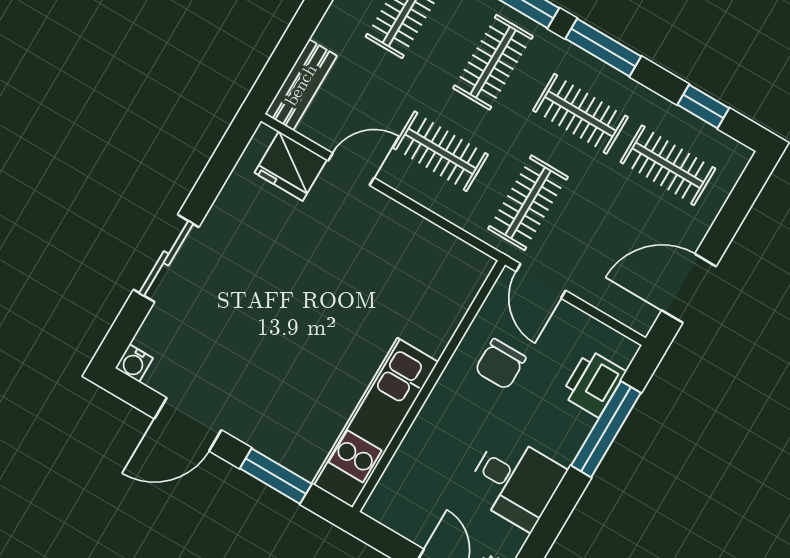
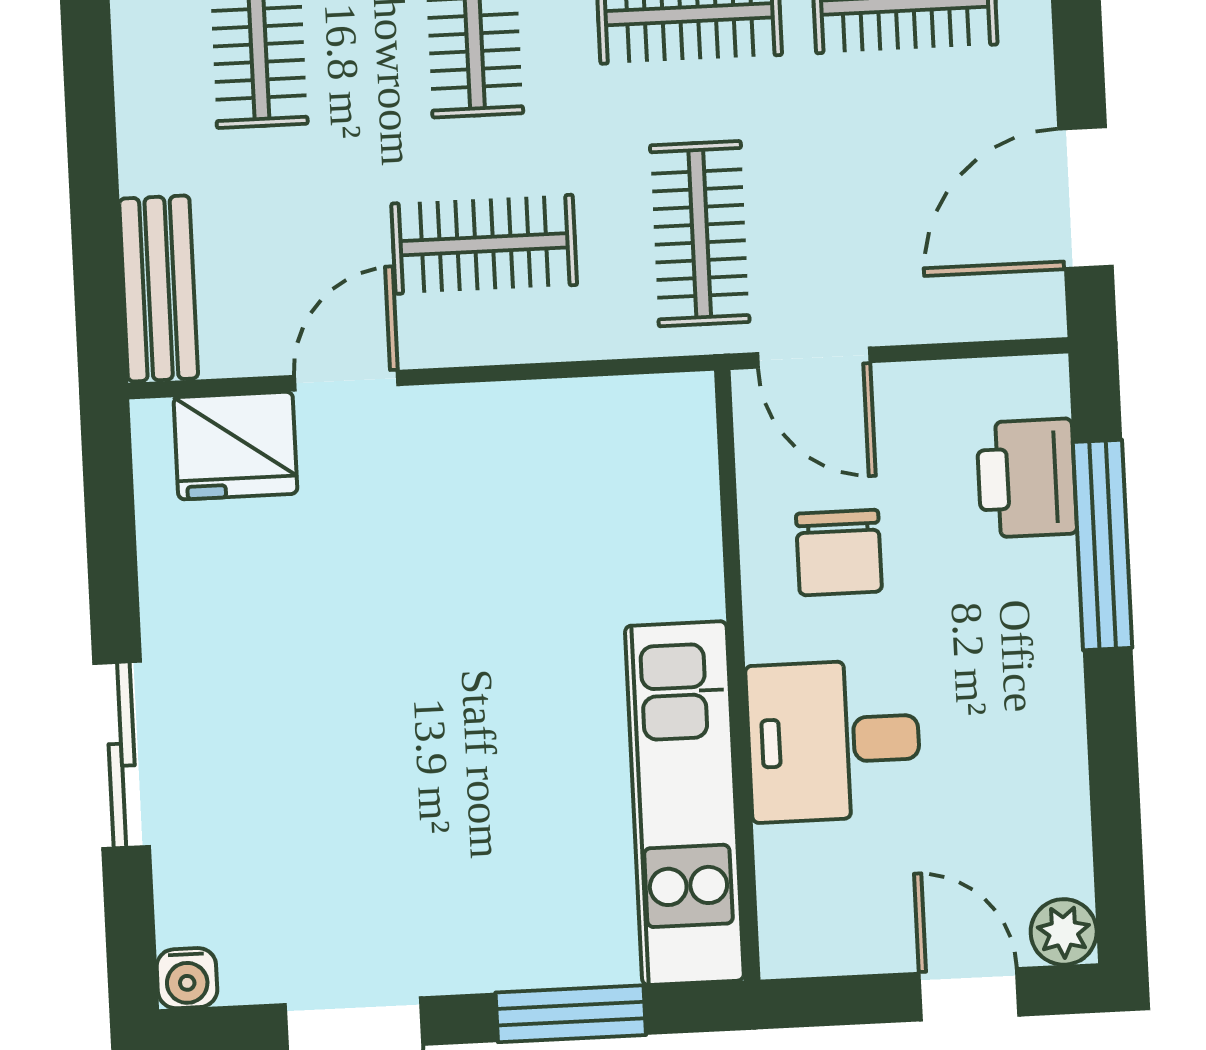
desk: (515, 482) -> (834, 741), moved, turned 180

